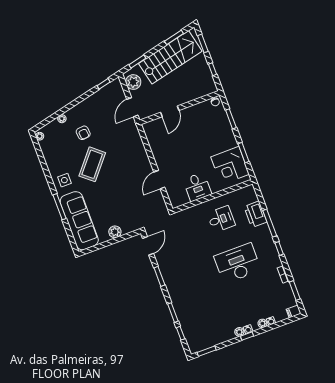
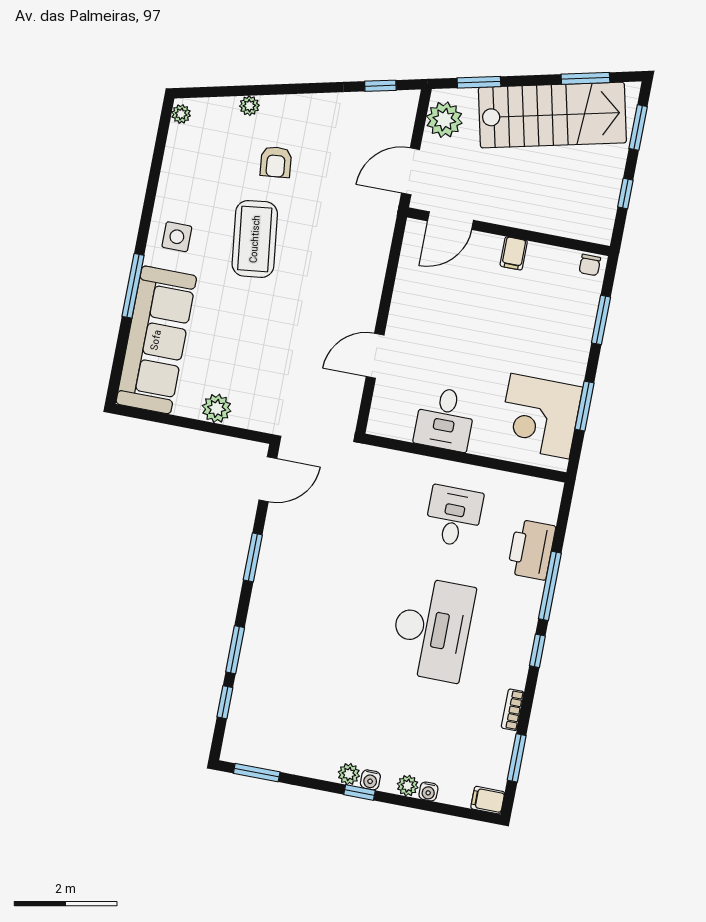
door: (170, 111) -> (451, 221), moved
filing cabinet: (186, 114) -> (514, 253), added
coffee table: (92, 164) -> (255, 239), turned -47
desk: (221, 219) -> (454, 516), turned -90
desk: (238, 263) -> (432, 629), turned 90

